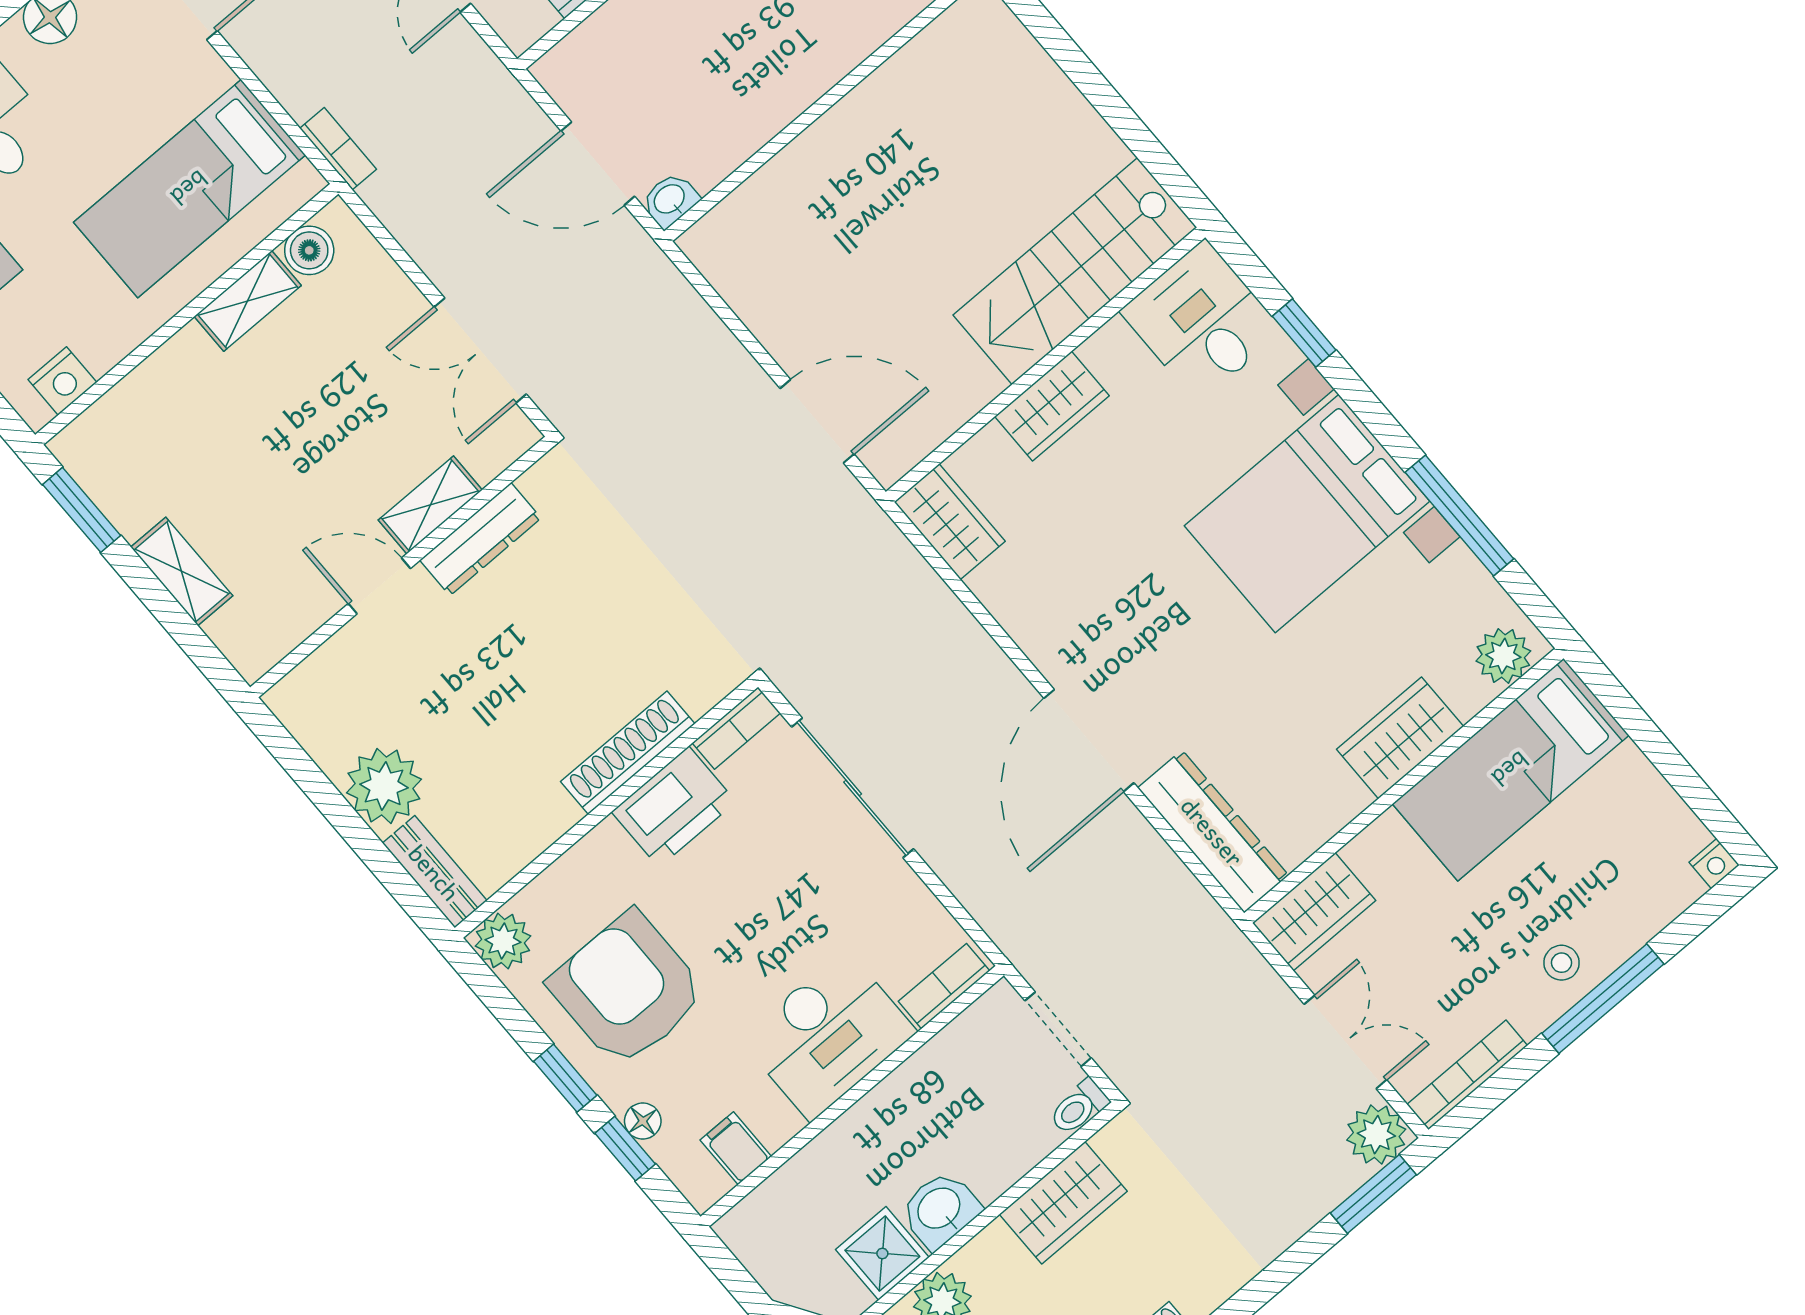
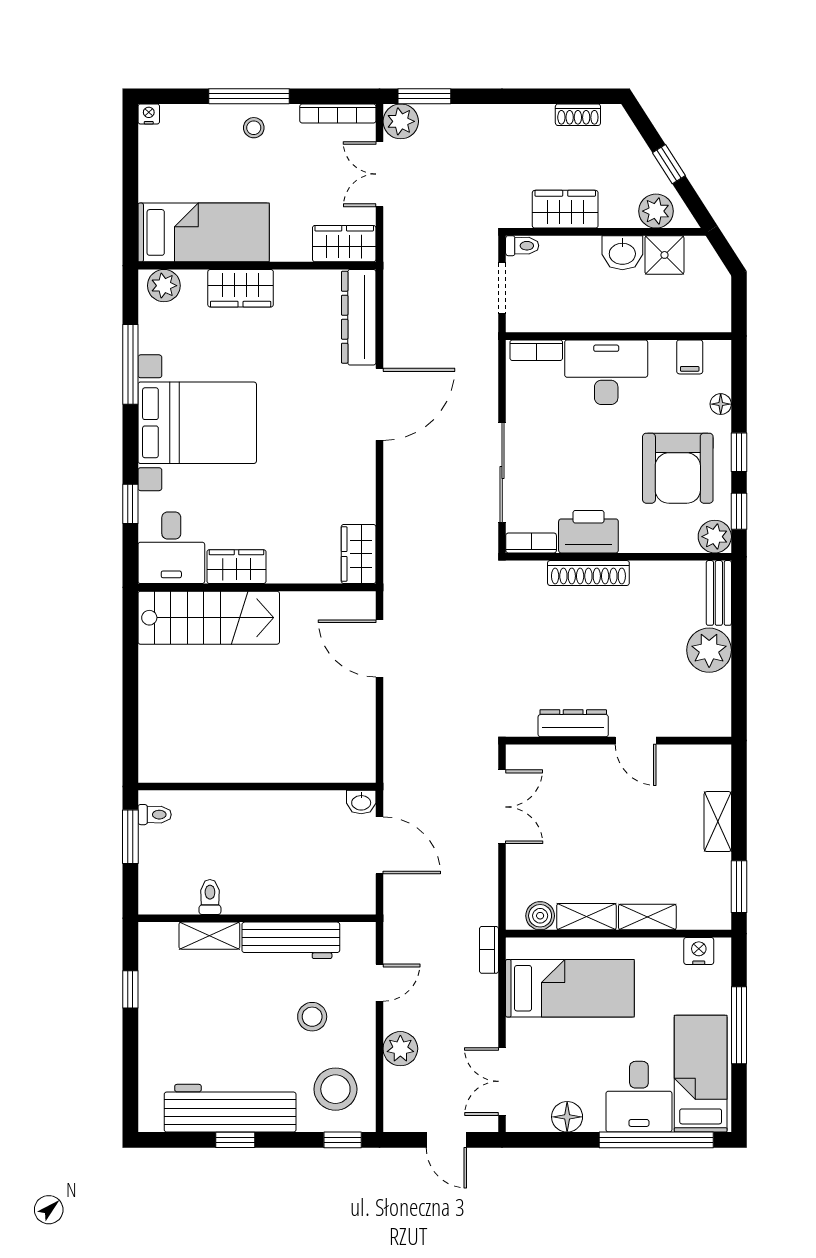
wardrobe: (1052, 406) -> (236, 567), moved
shelving: (430, 505) -> (647, 917), moved
window: (625, 1149) -> (739, 511), moved

